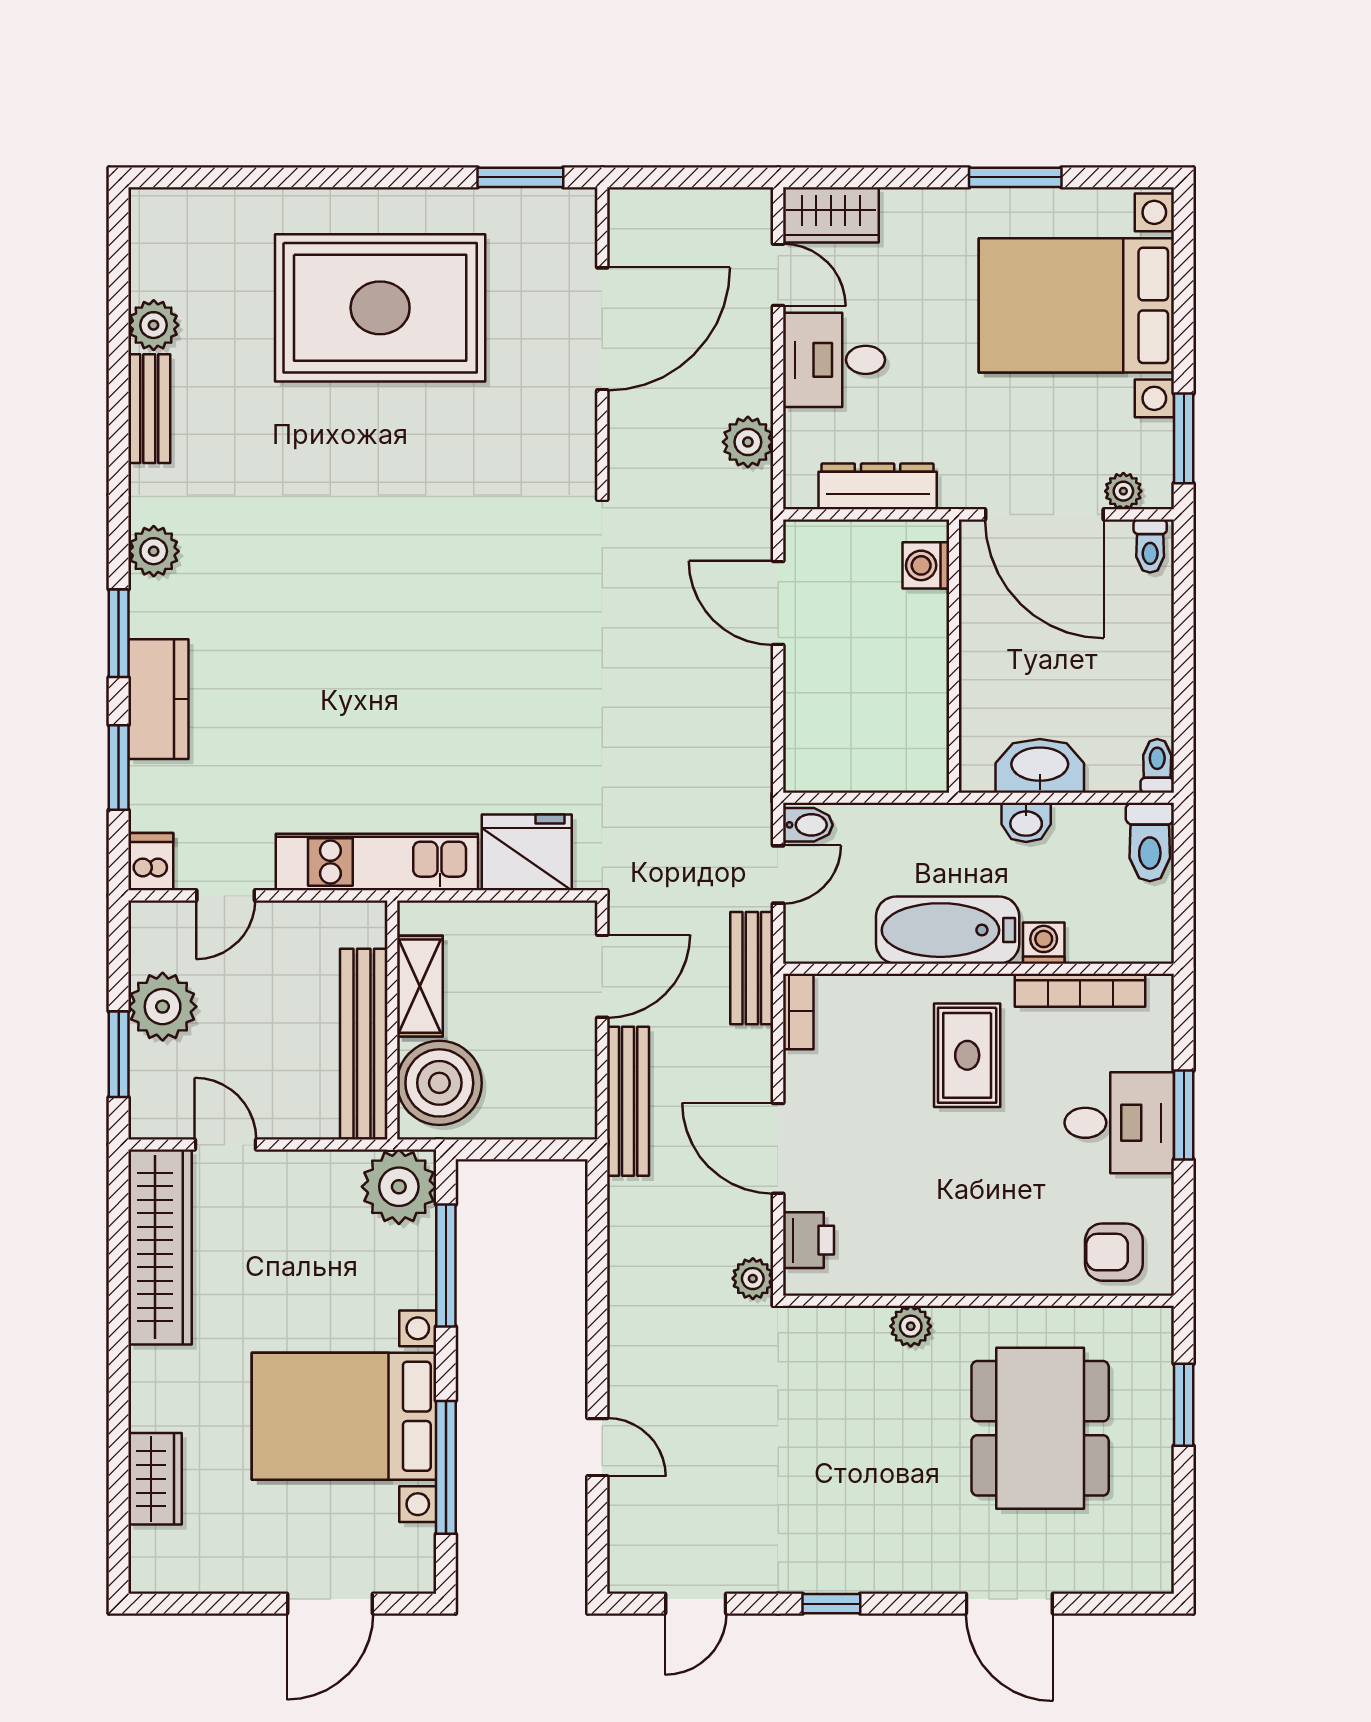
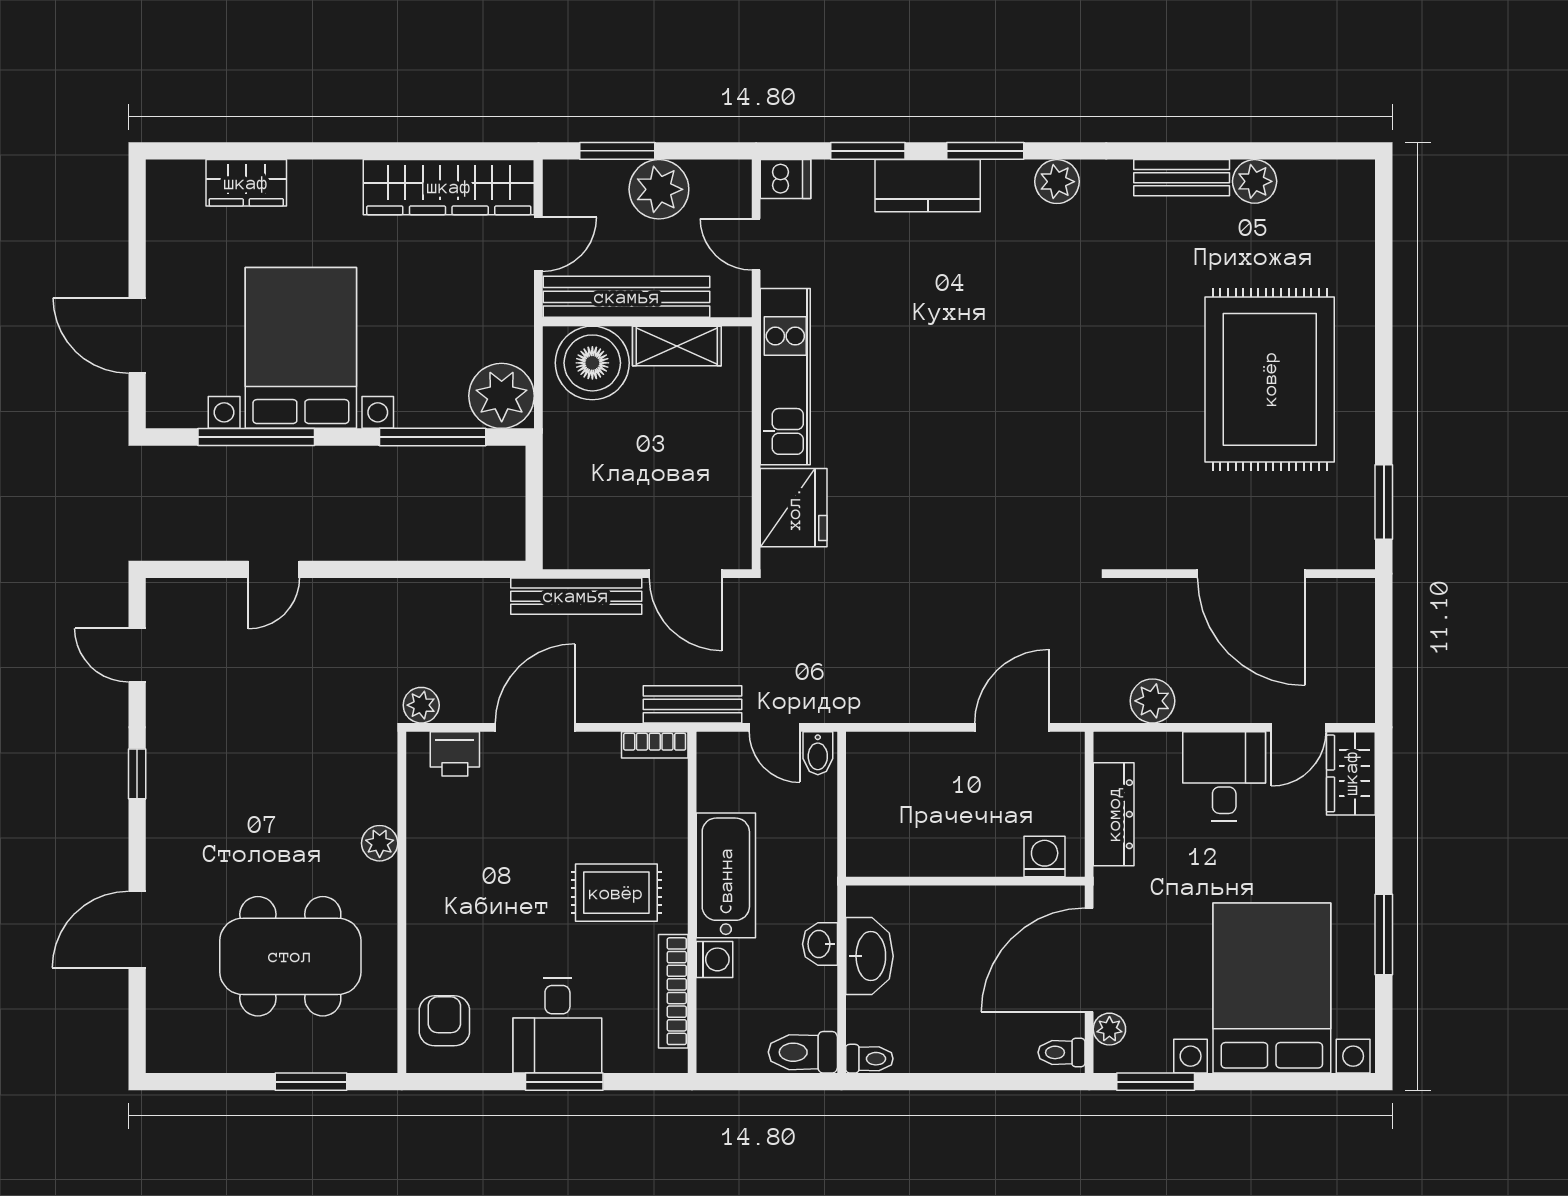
shelving: (420, 986) -> (677, 346), moved
wall: (392, 1020) -> (647, 322), moved
bench: (364, 1044) -> (627, 297), moved
boiler: (439, 1083) -> (592, 363), moved

